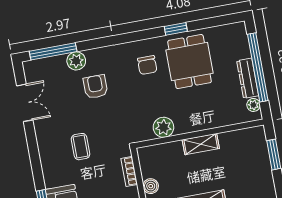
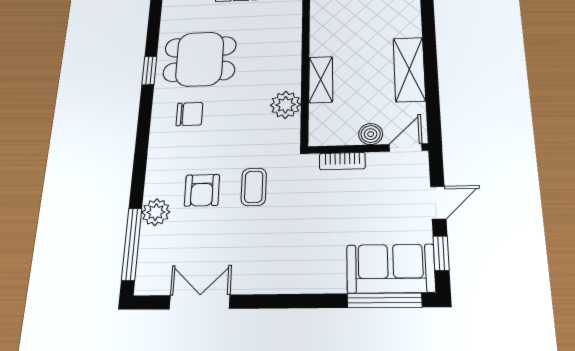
armchair: (95, 87) -> (202, 190), turned -90
shelving: (201, 144) -> (321, 80), moved
coffee table: (81, 147) -> (254, 187), moved, turned 90

